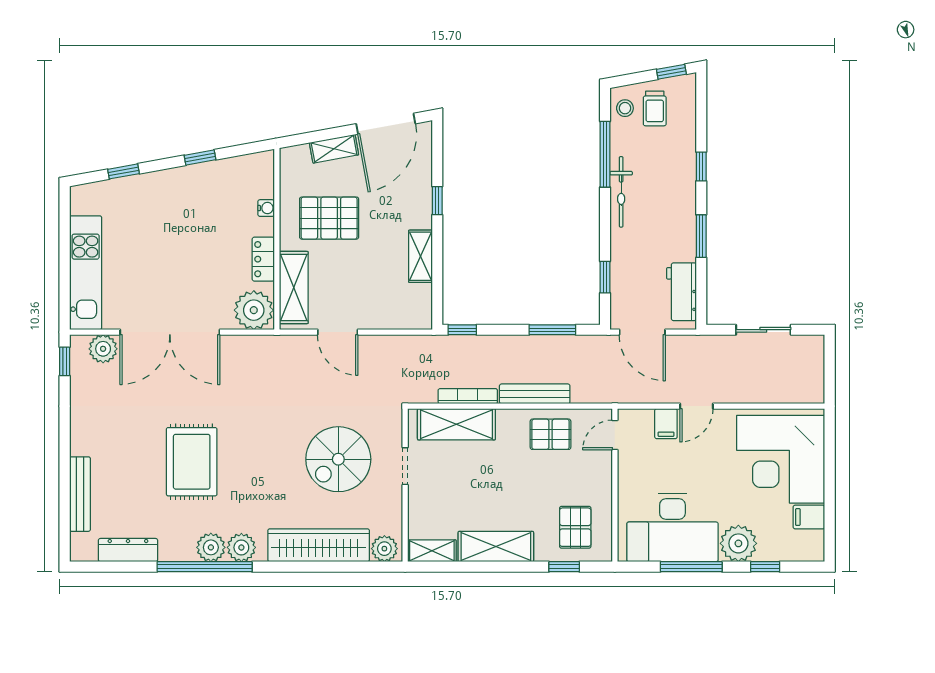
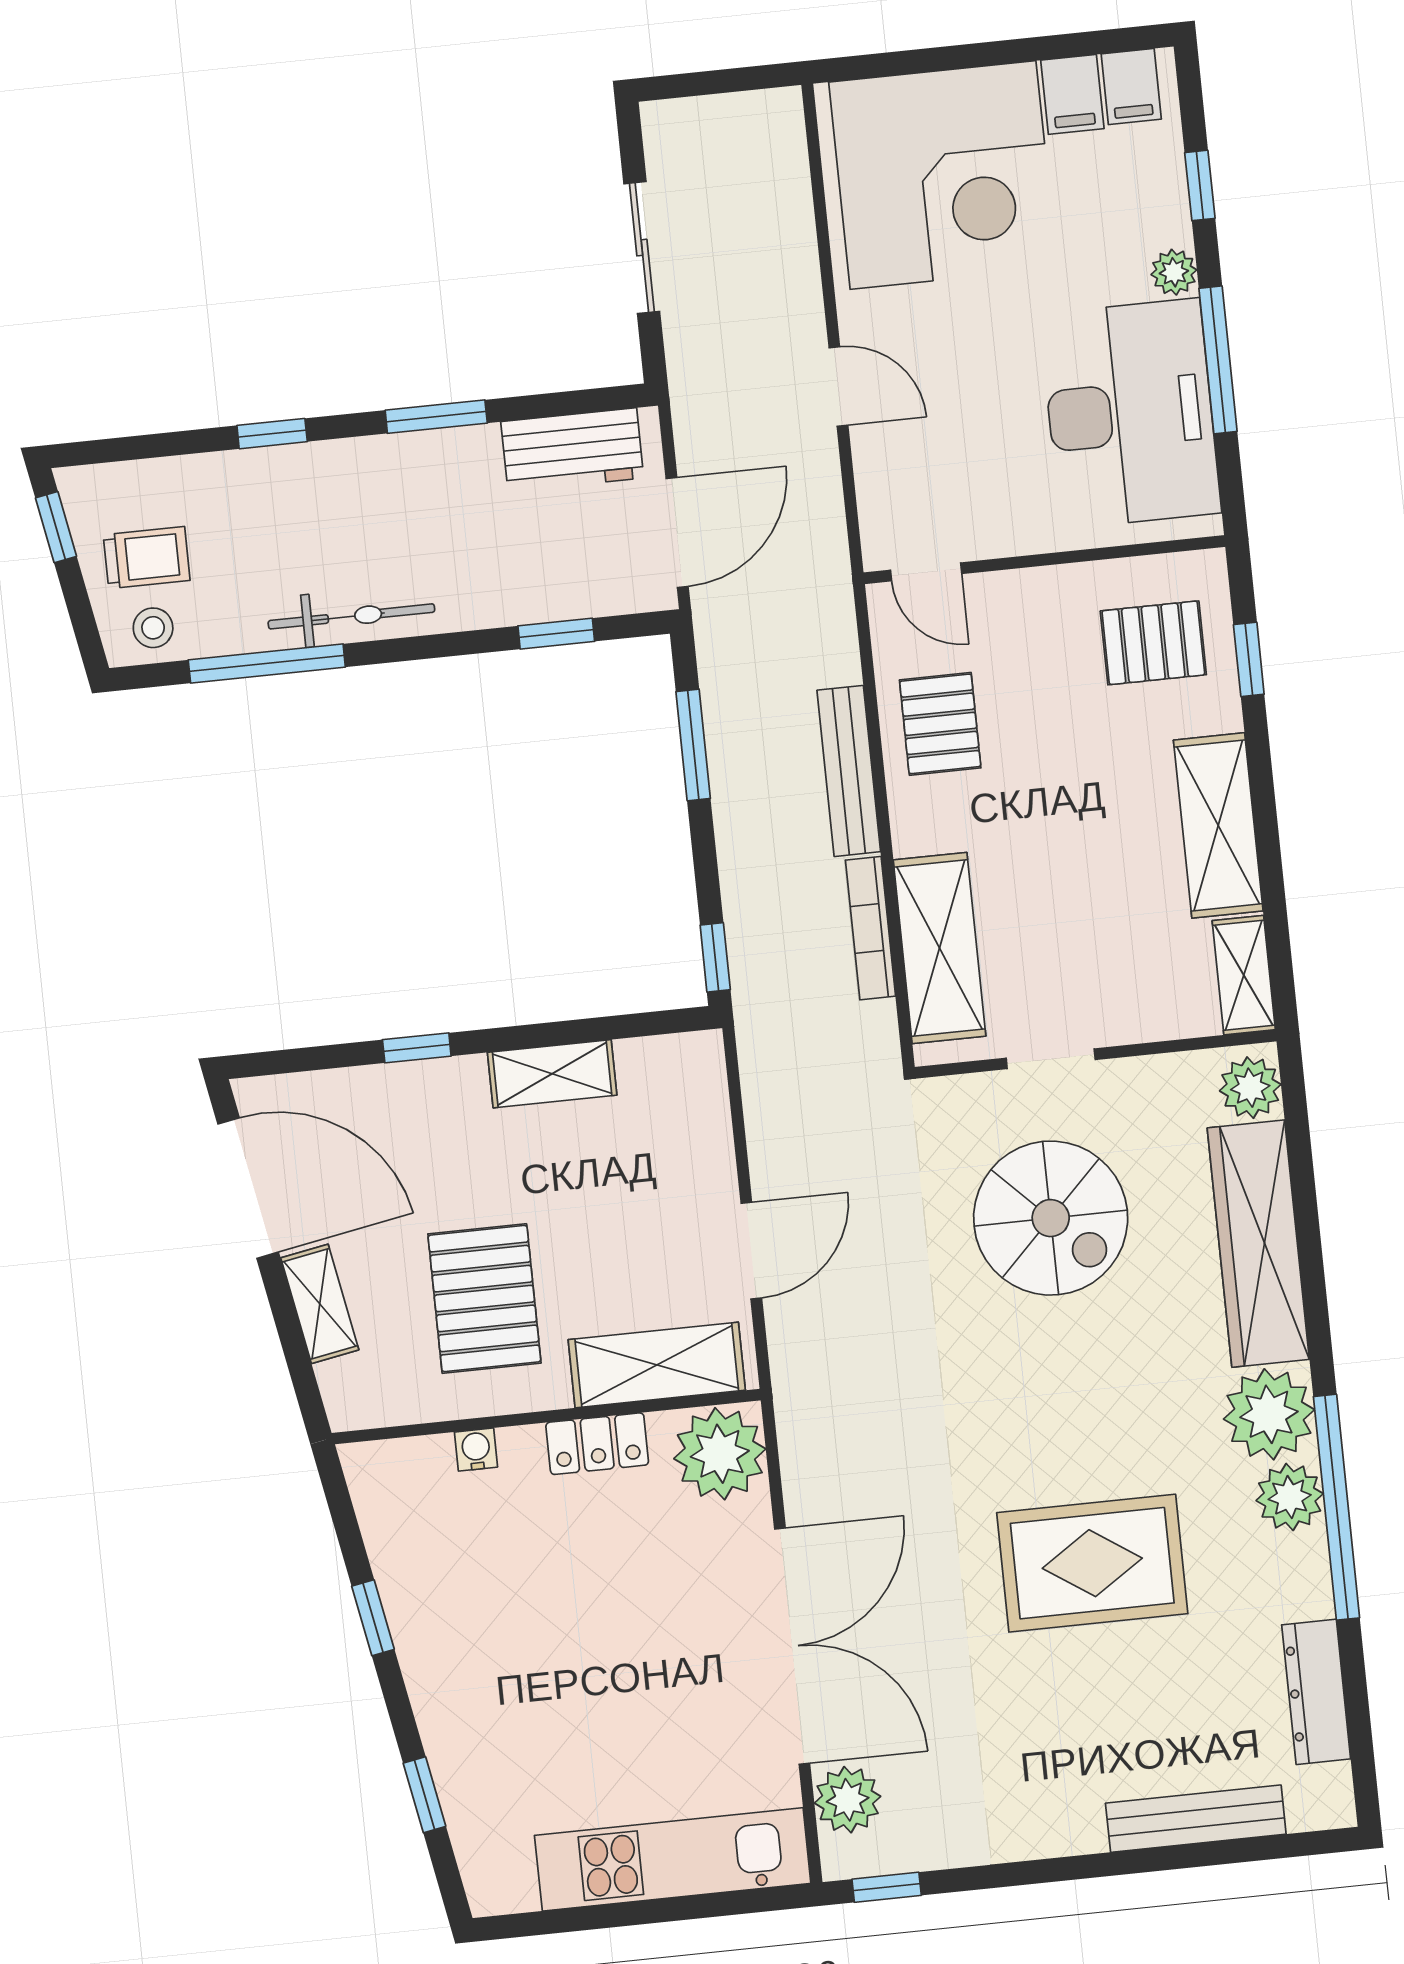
filing cabinet: (666, 424) -> (1131, 87), moved, turned 90
plant: (738, 543) -> (1174, 272), width x0.53, depth x0.53
plant: (241, 547) -> (1269, 1414), width x1.36, depth x1.36

